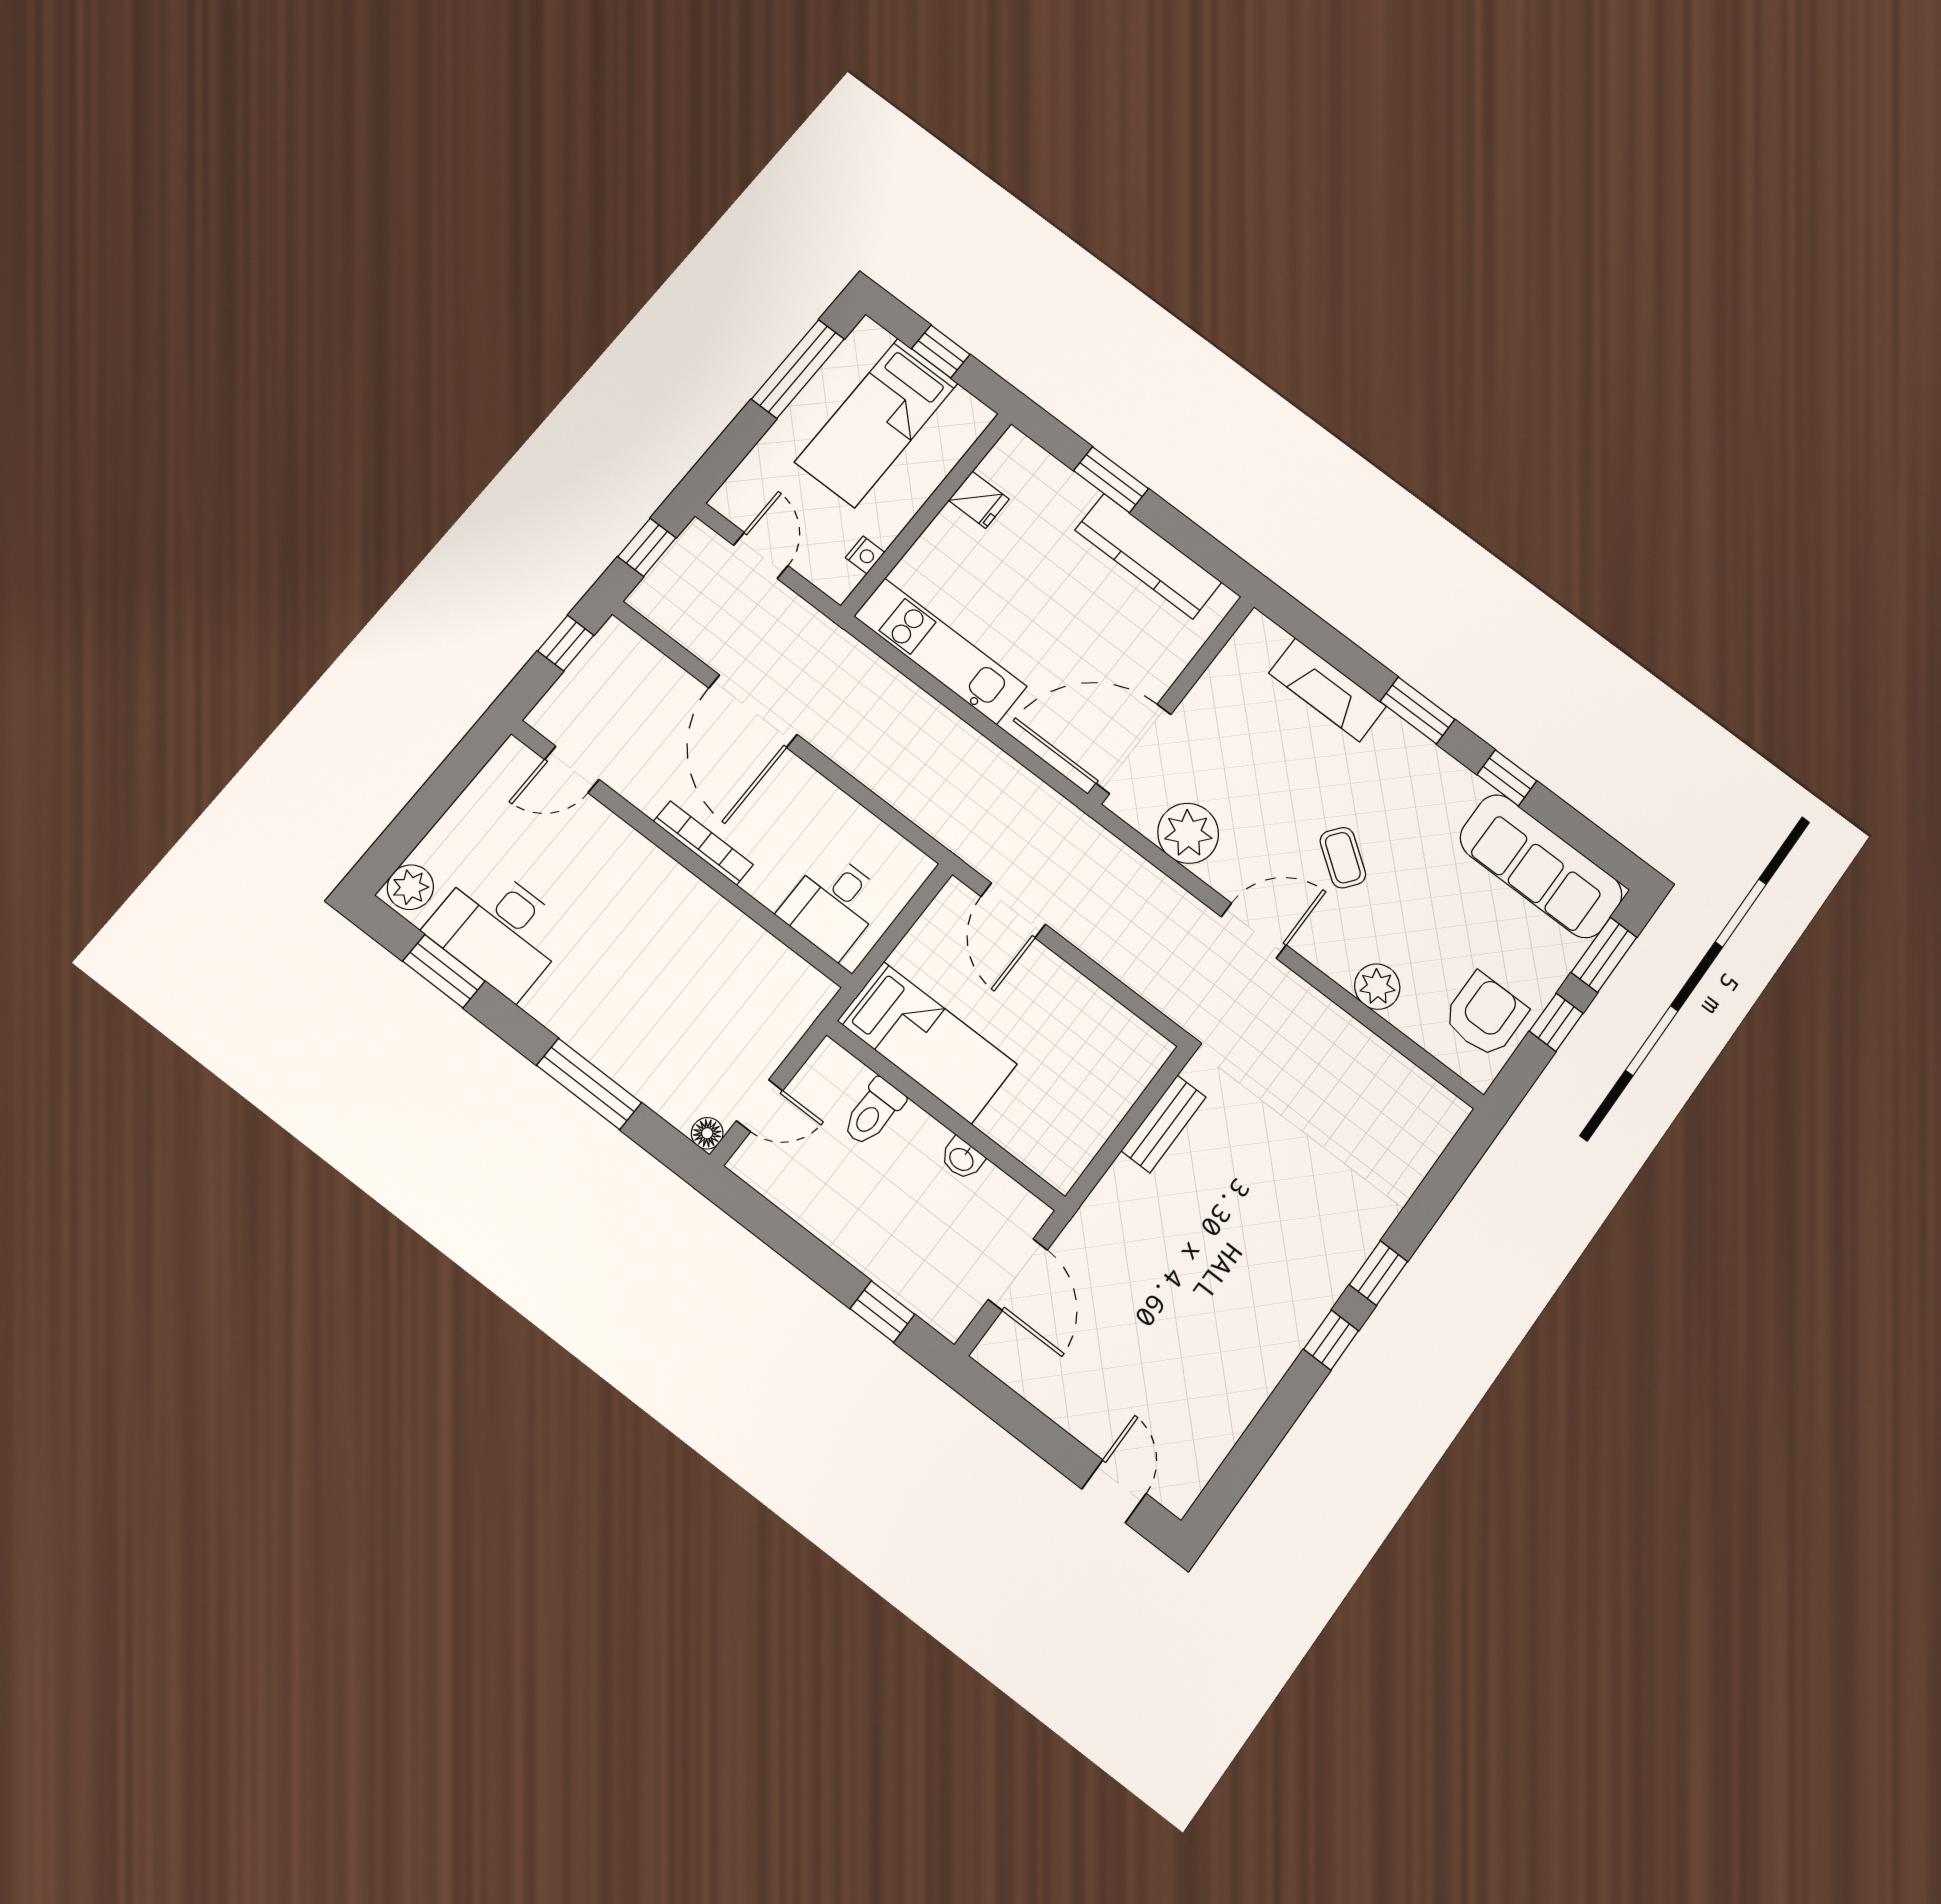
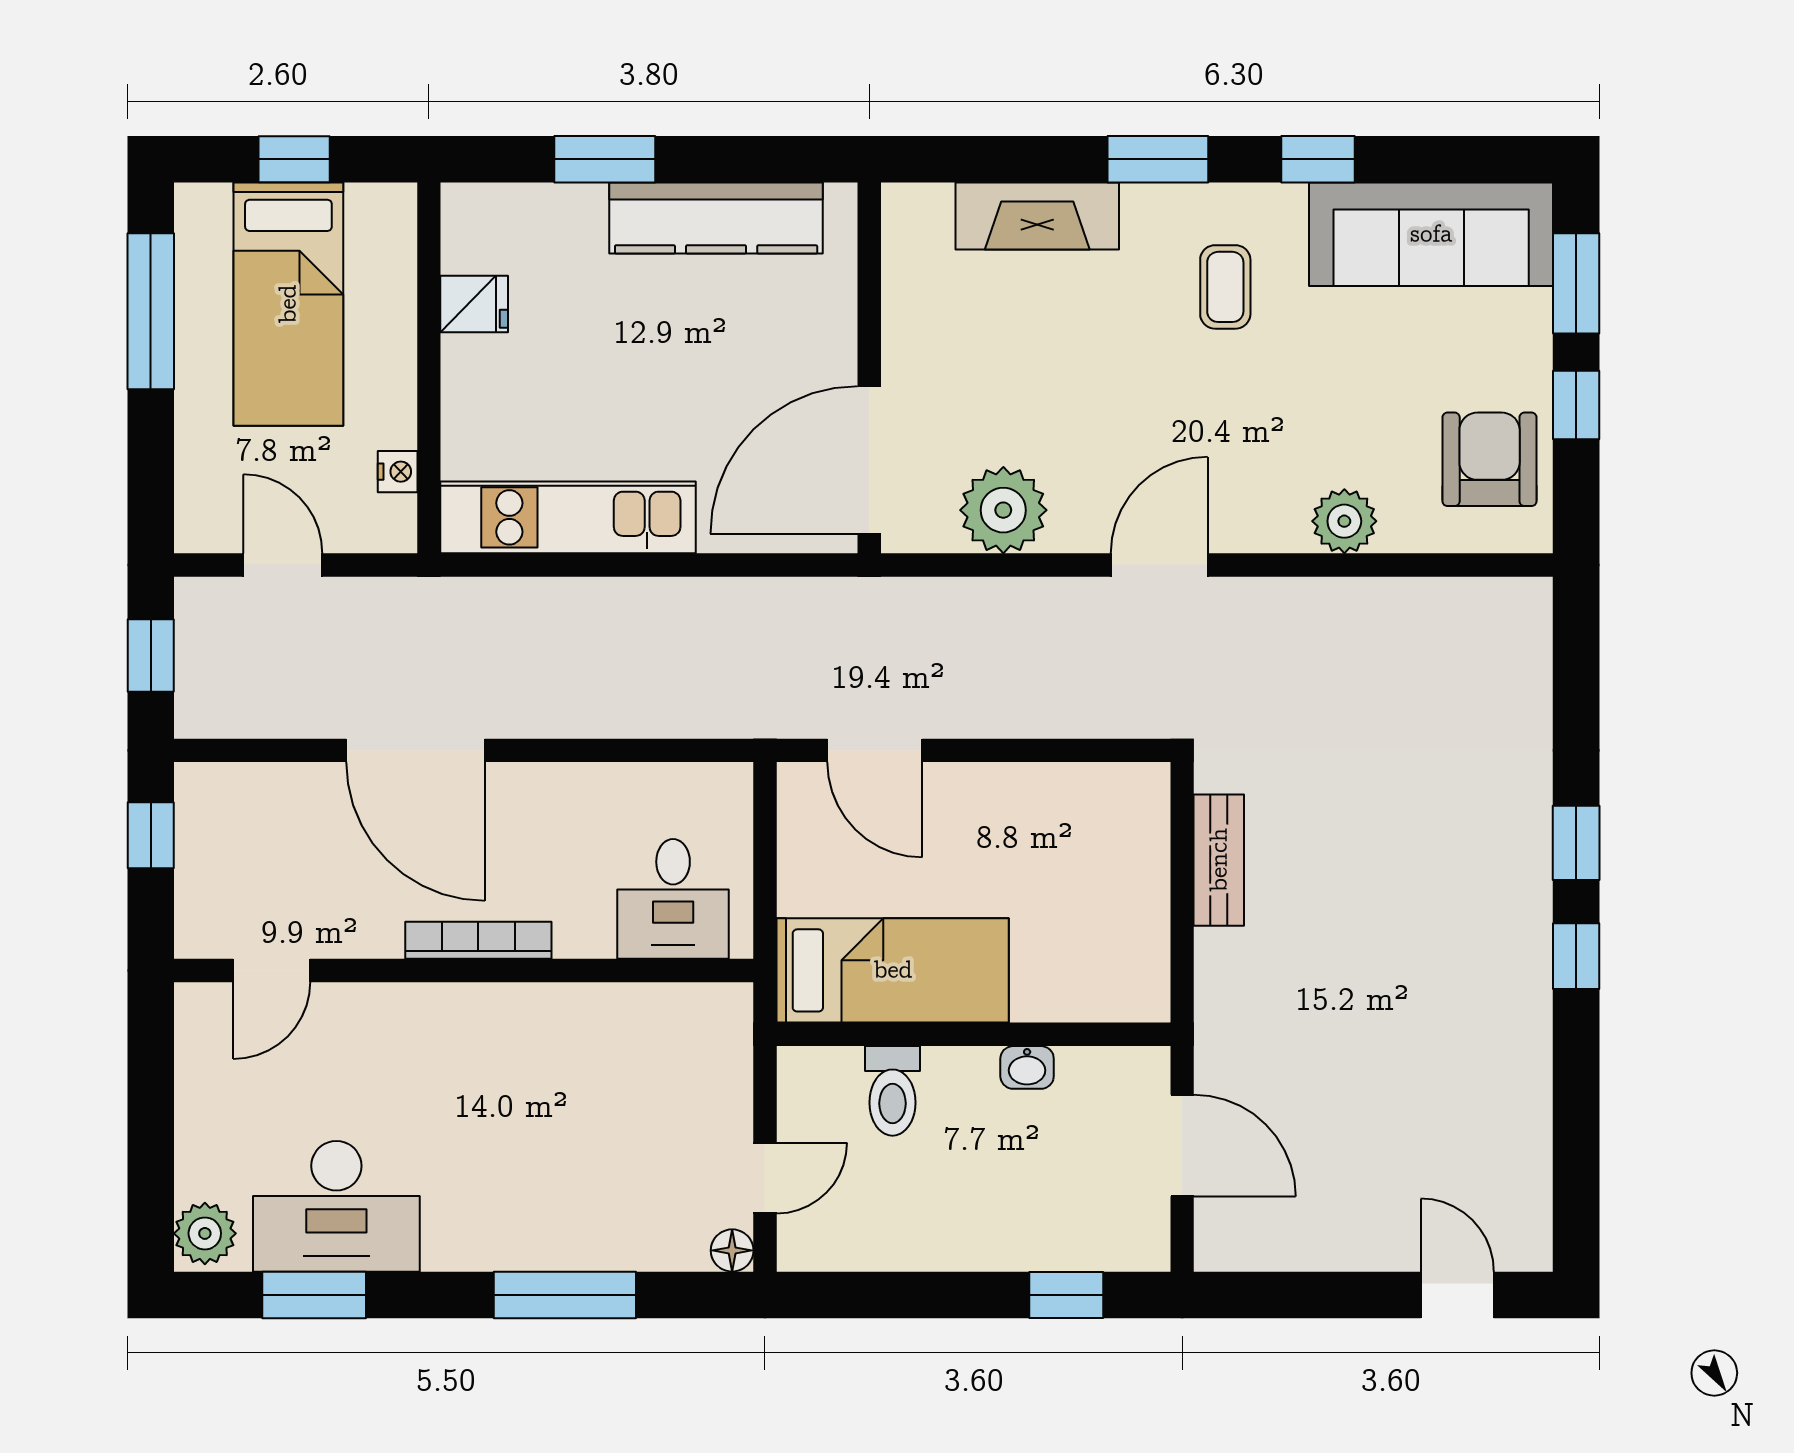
coffee table: (1343, 858) -> (1225, 287), moved, turned 53

